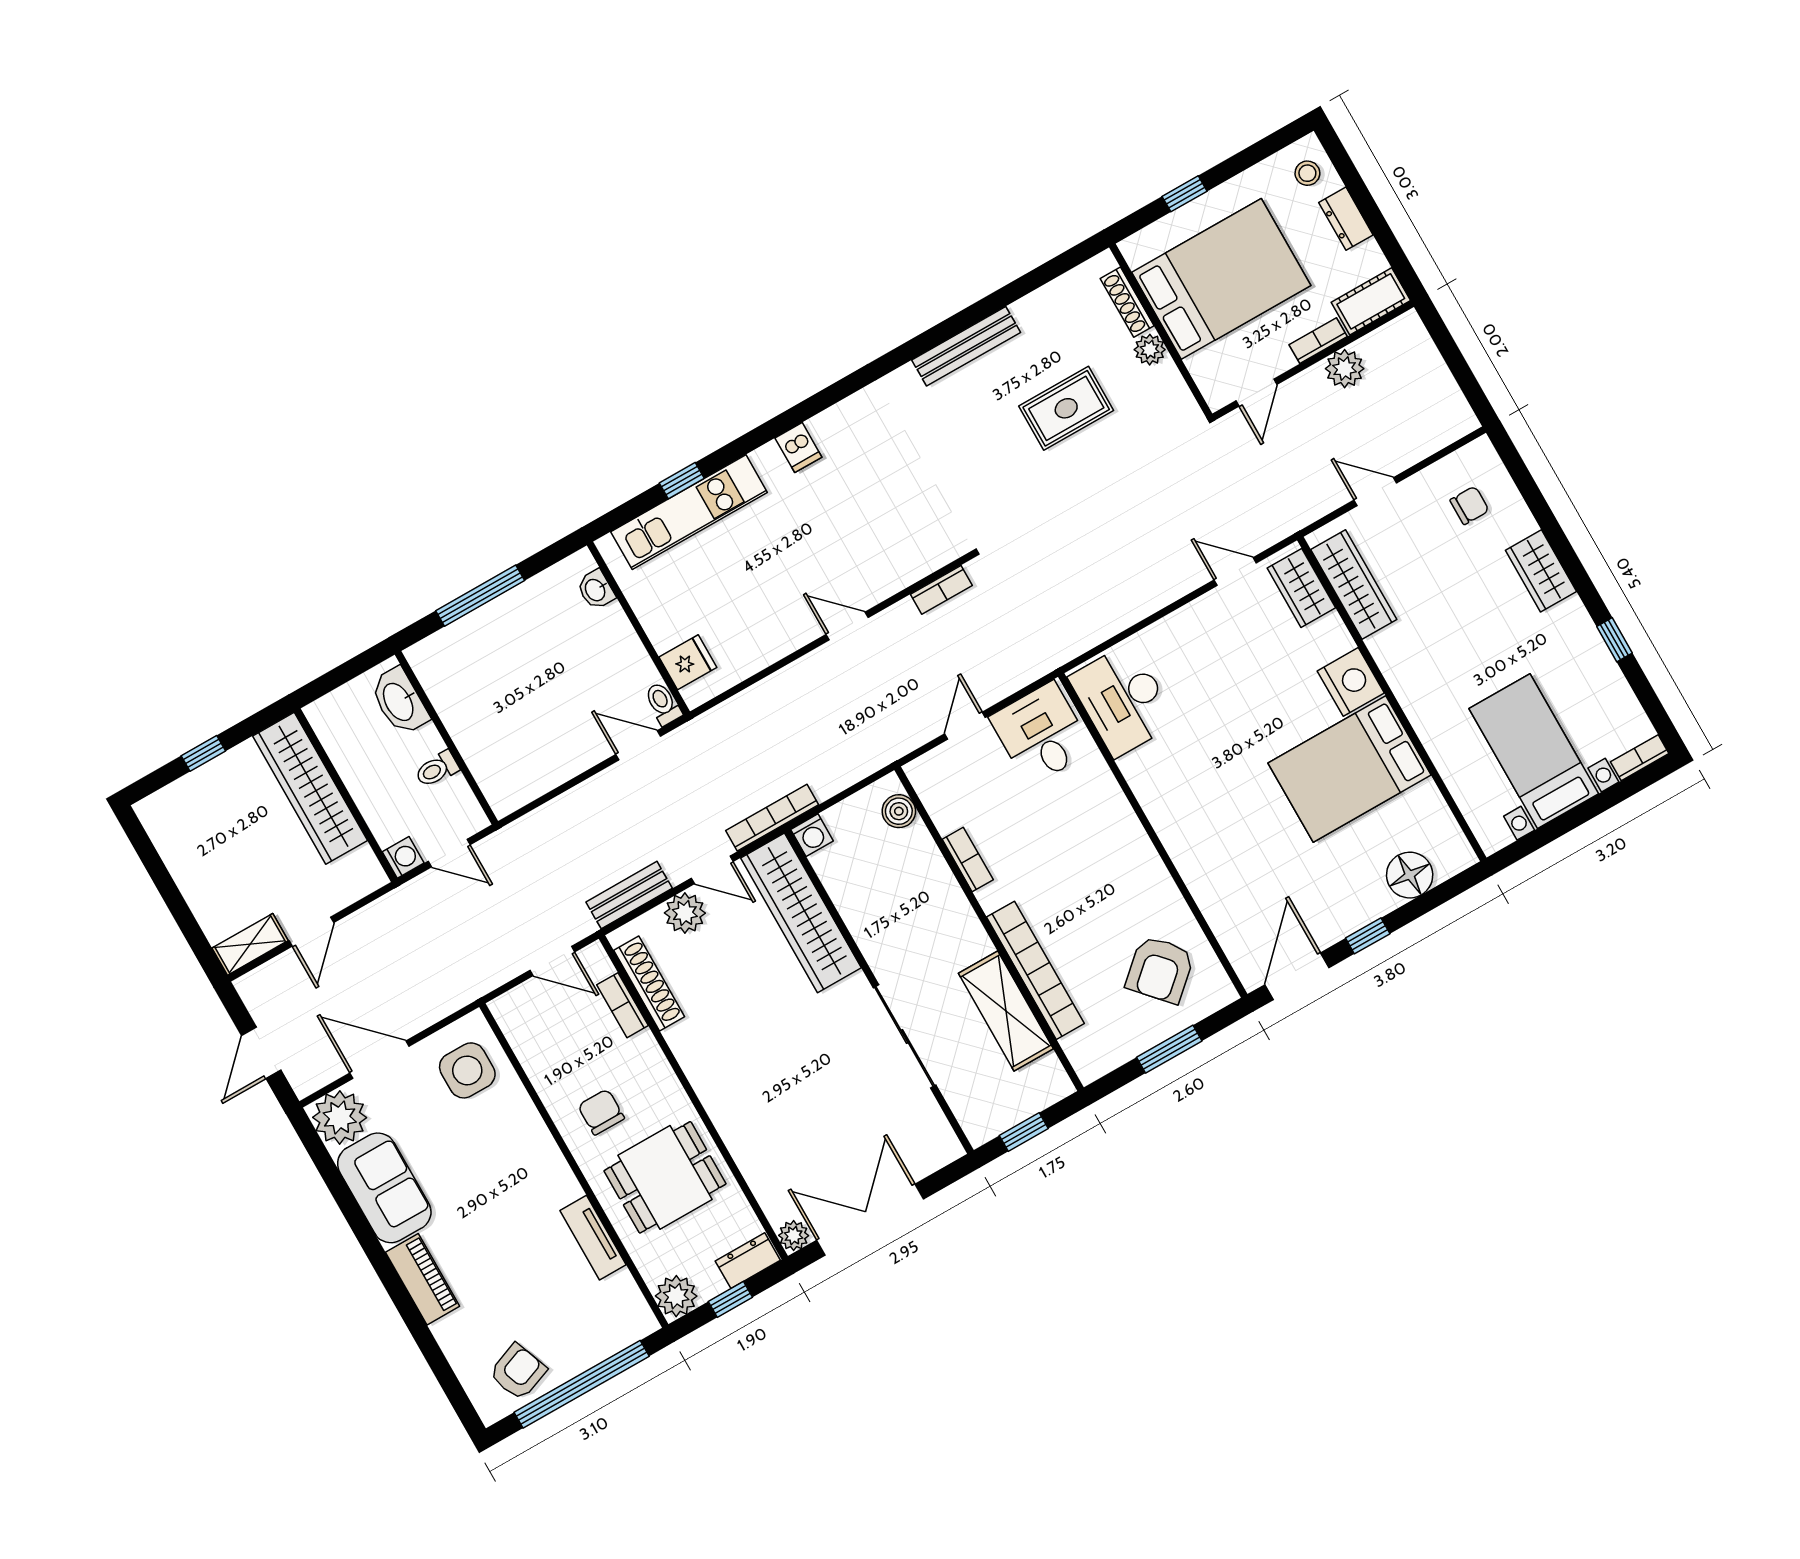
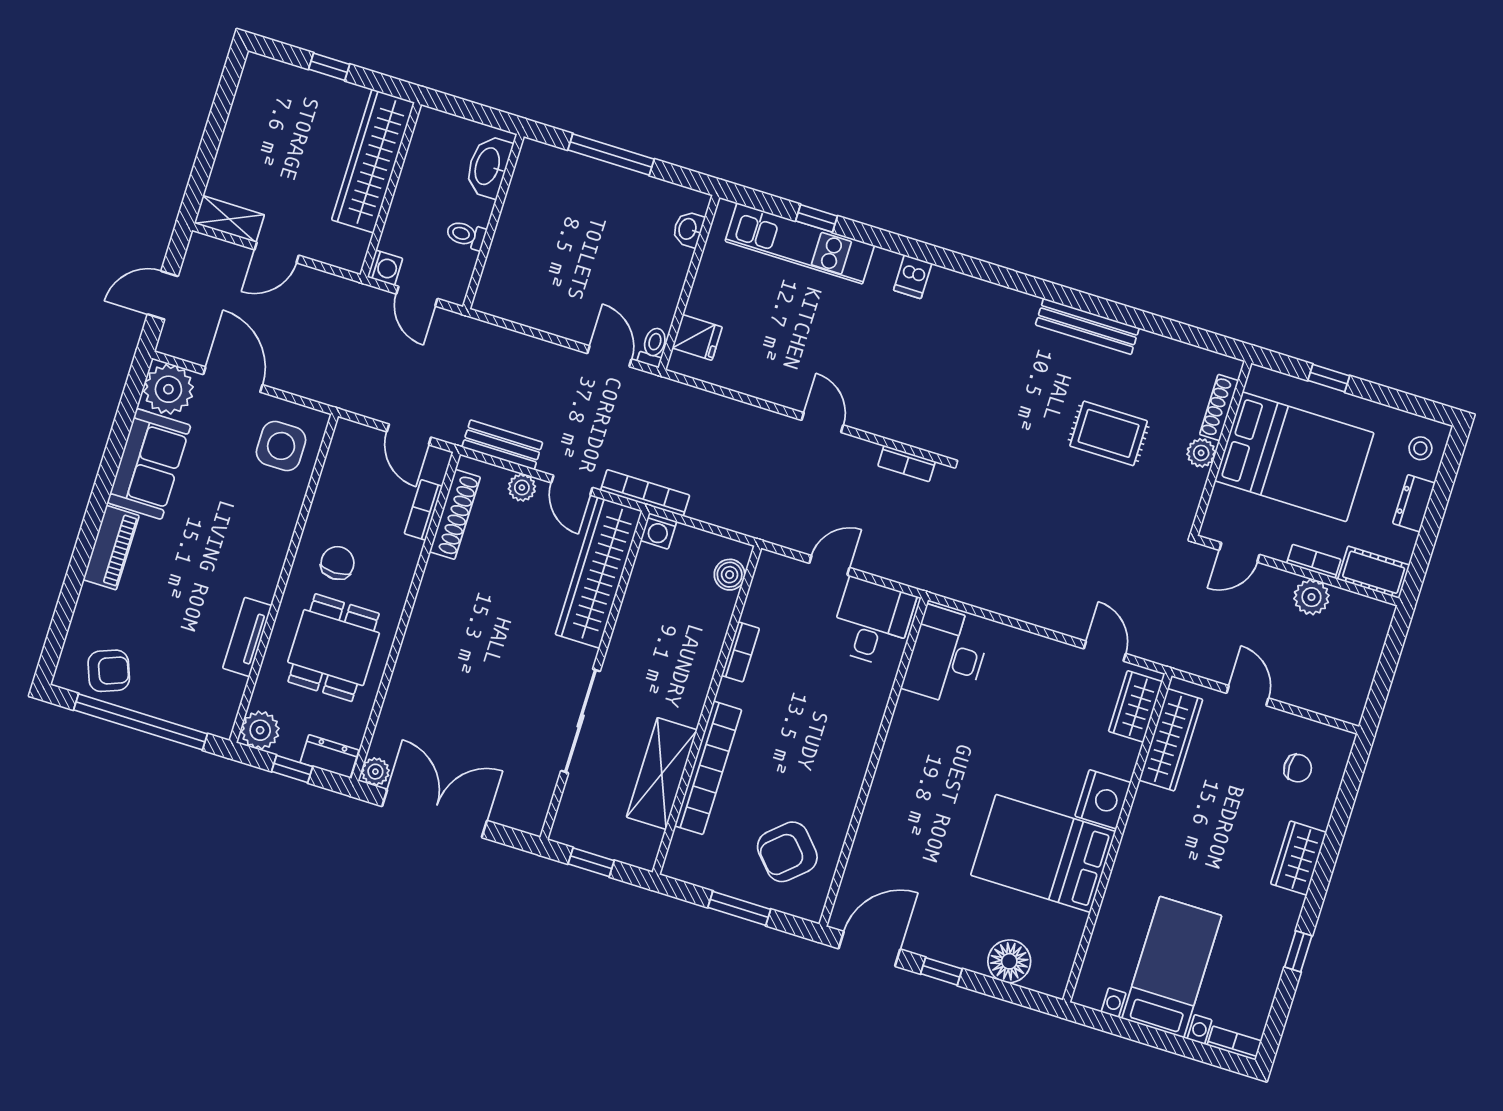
plant: (685, 913) -> (522, 488), width x0.73, depth x0.73
dining table: (665, 1177) -> (334, 648), turned 90

